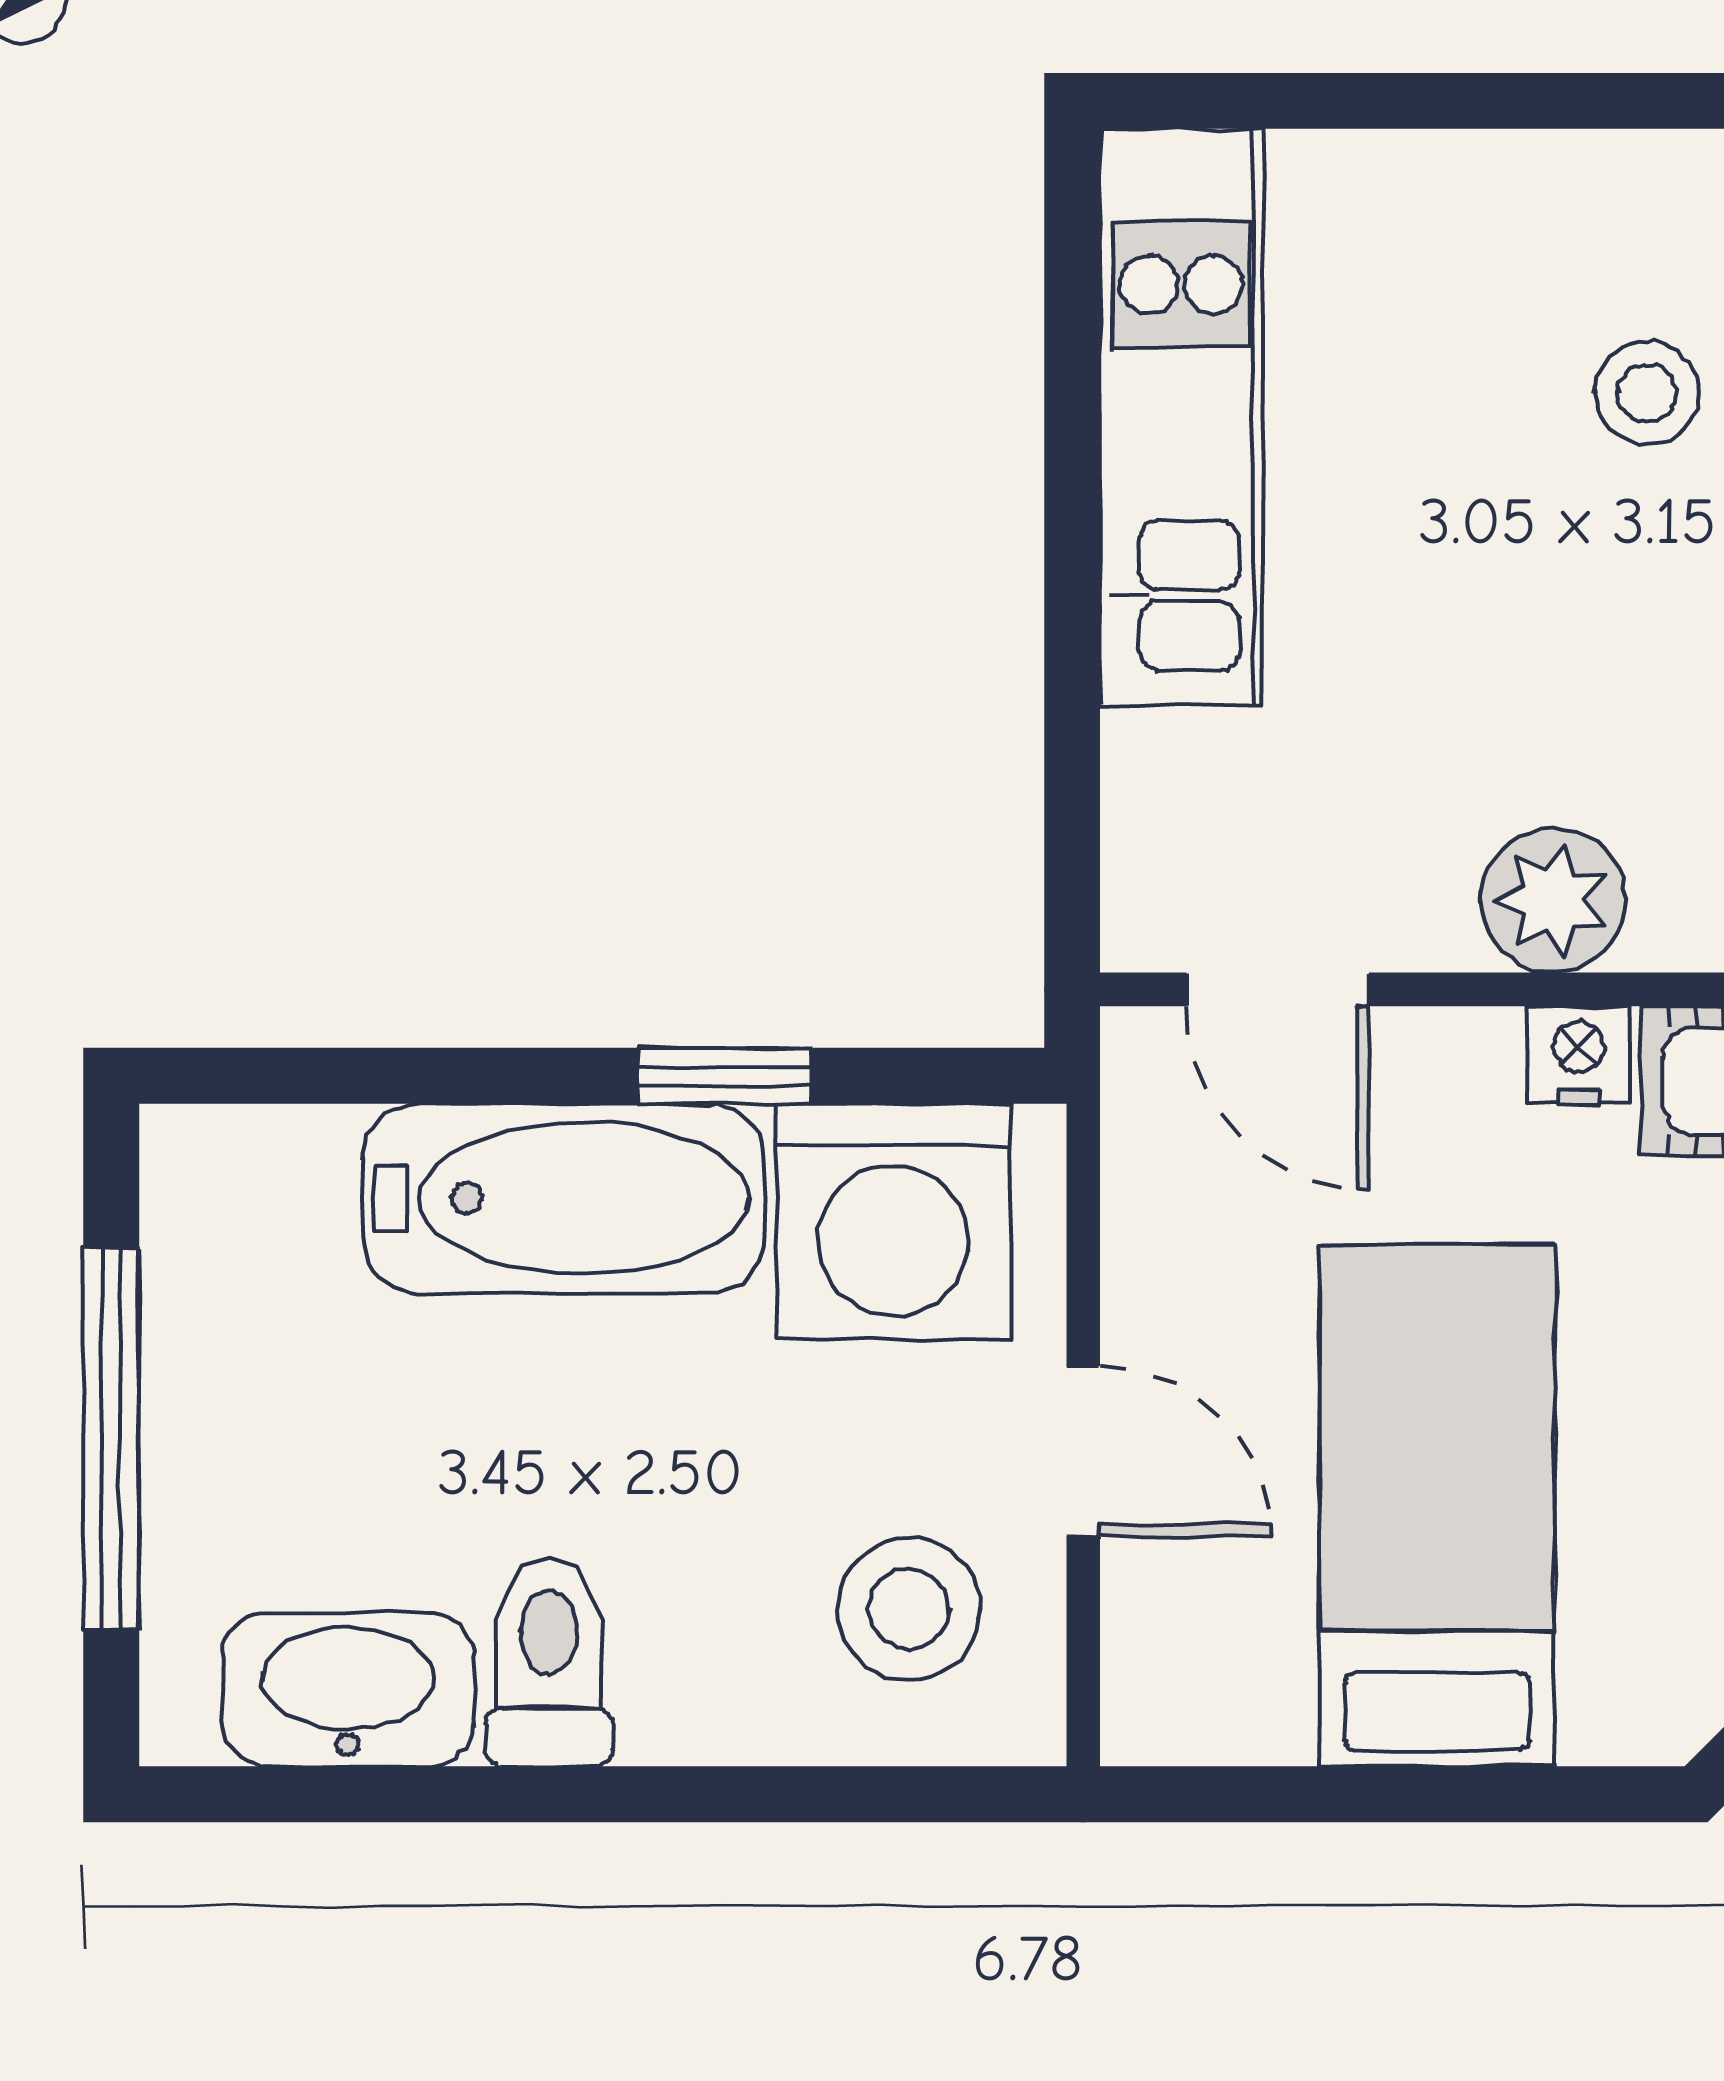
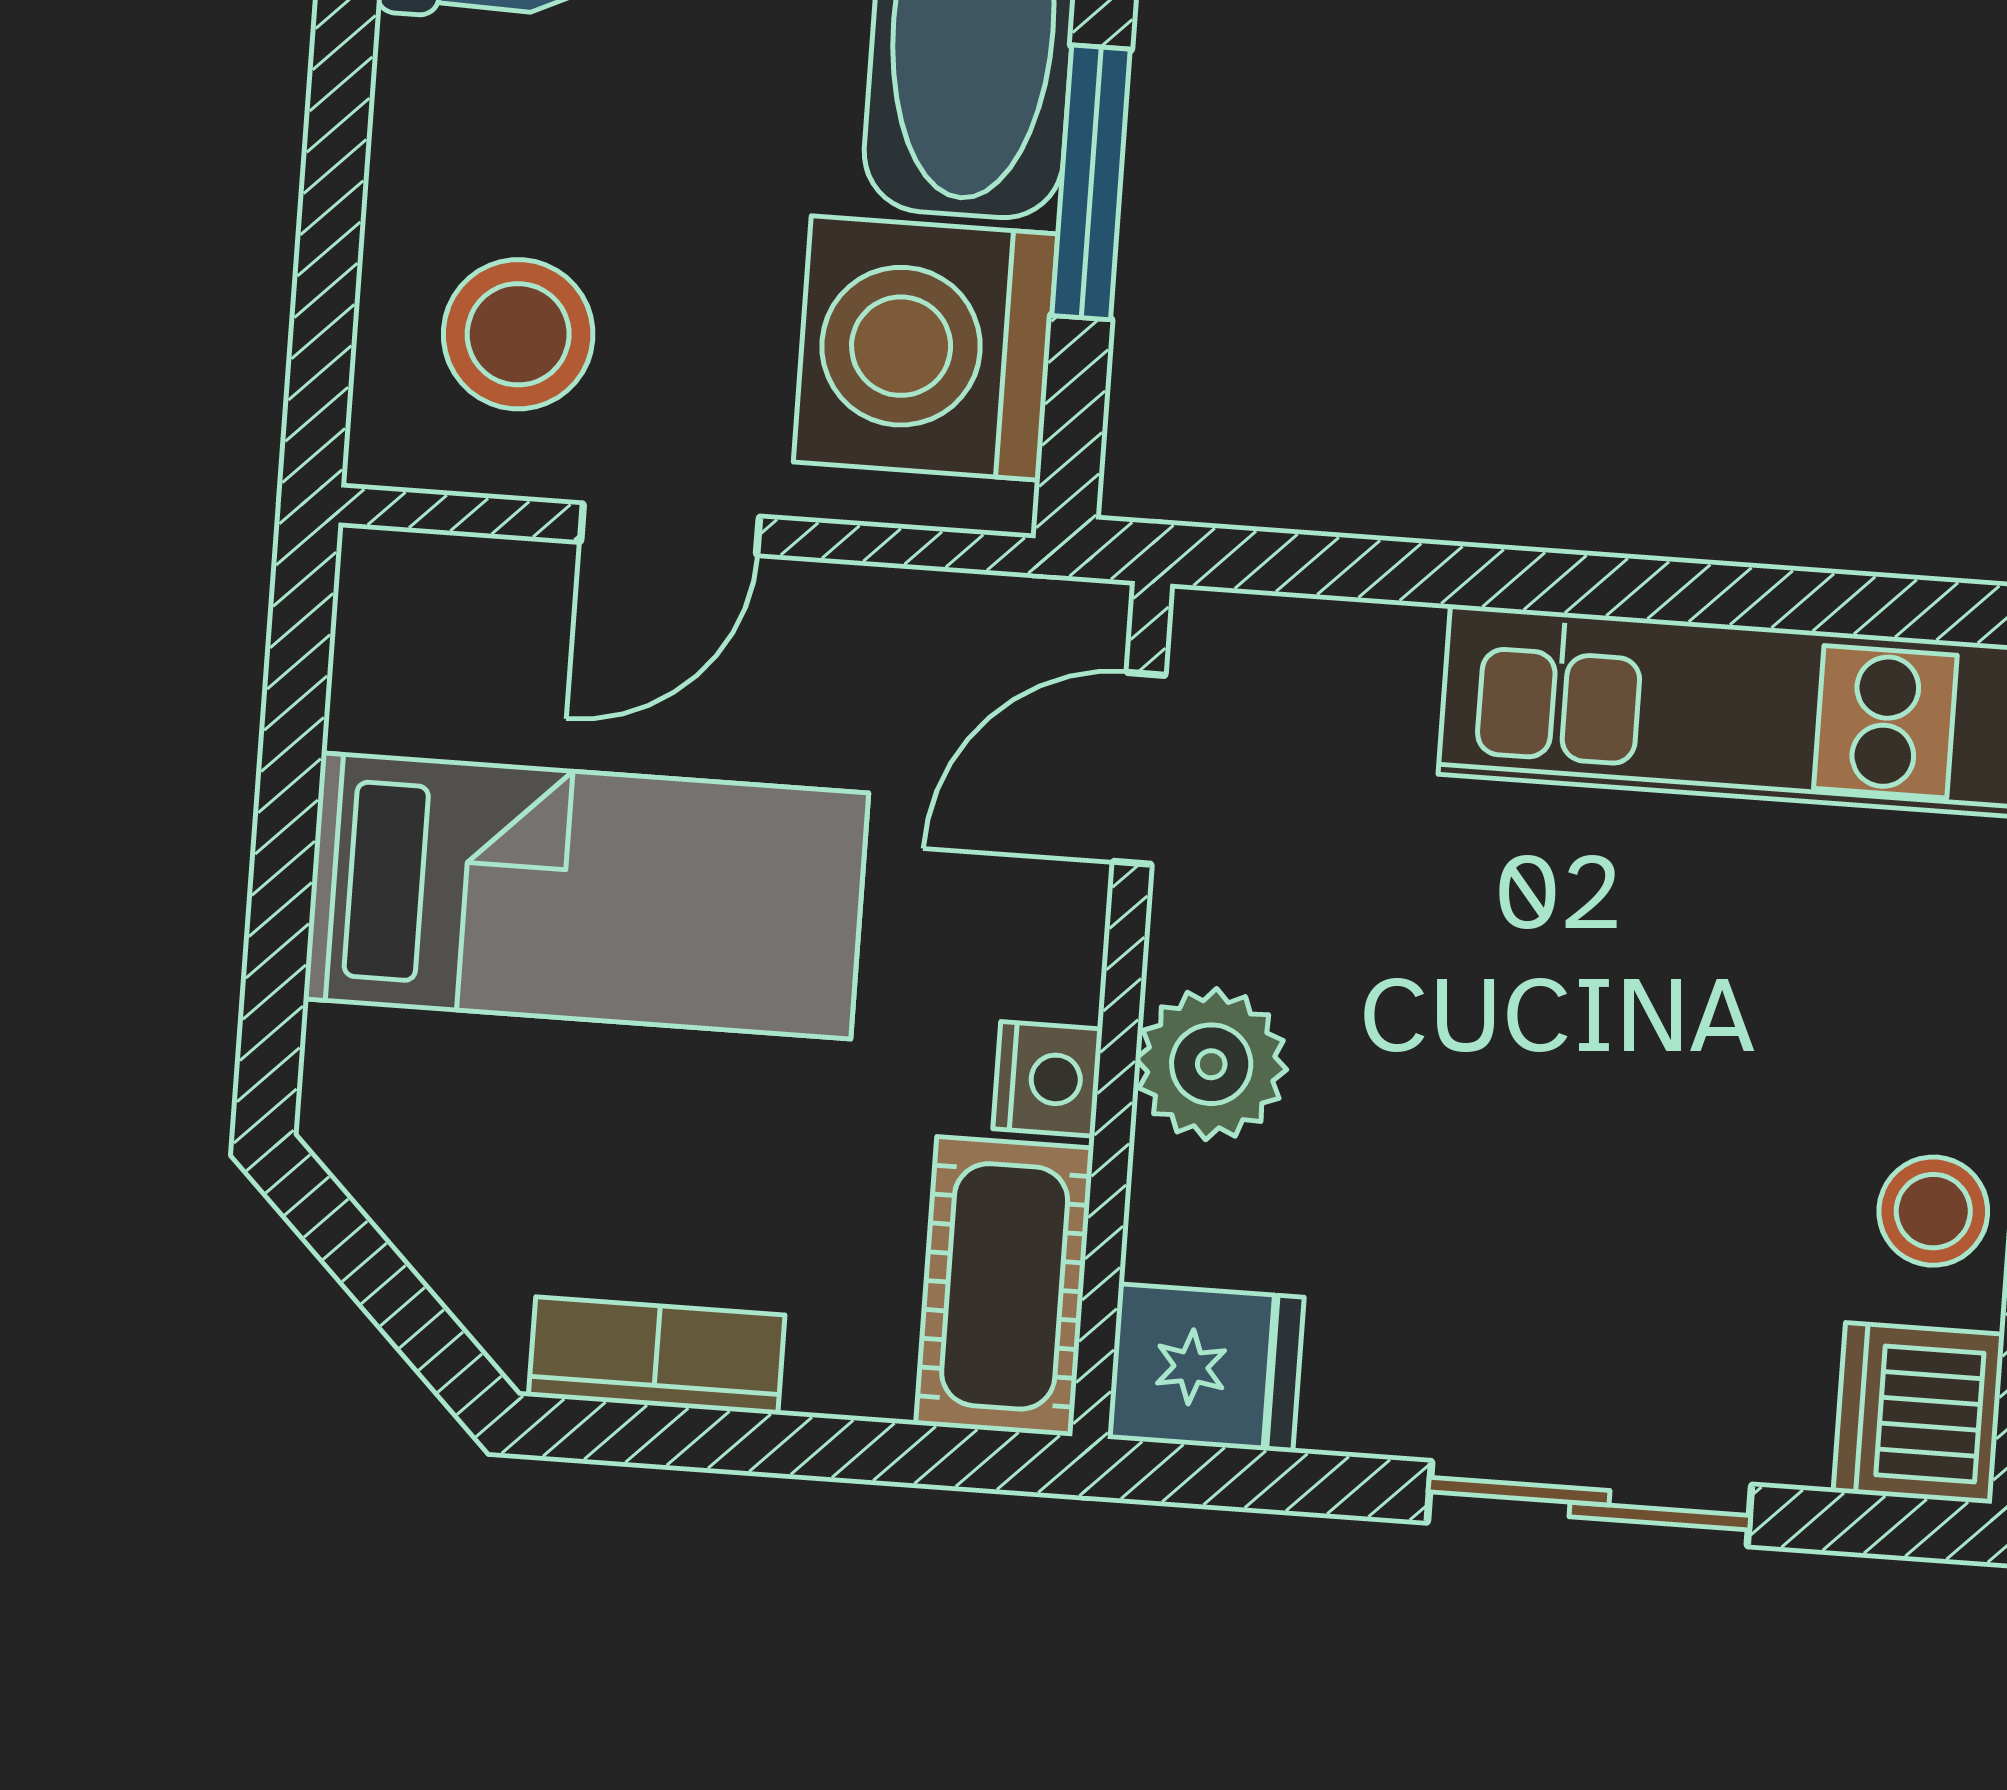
stool: (1647, 393) -> (1933, 1211), moved
window: (725, 1076) -> (1091, 182), width x1.50

